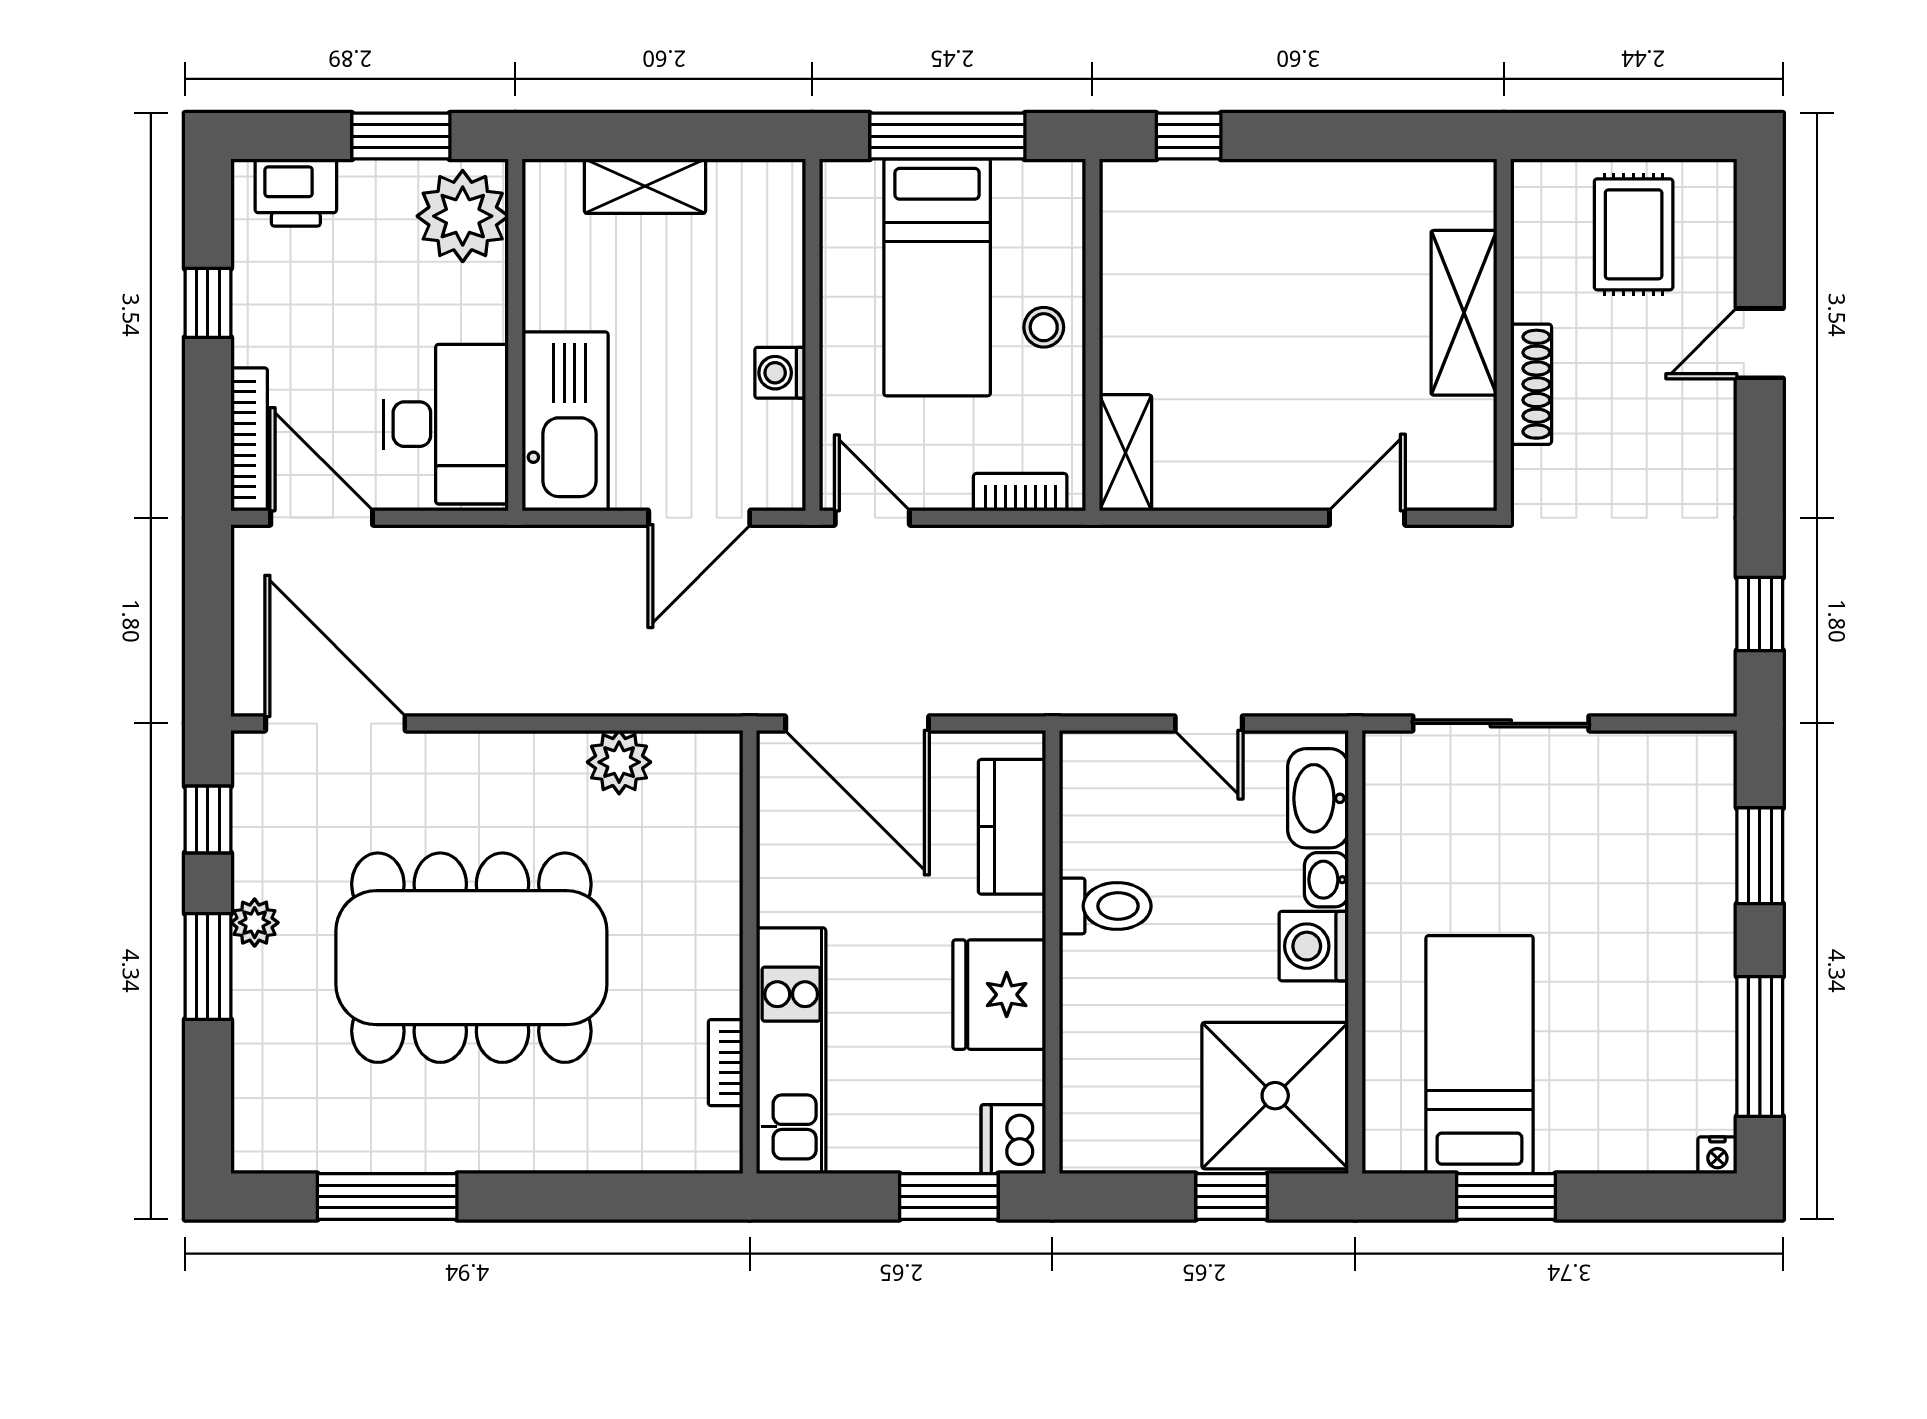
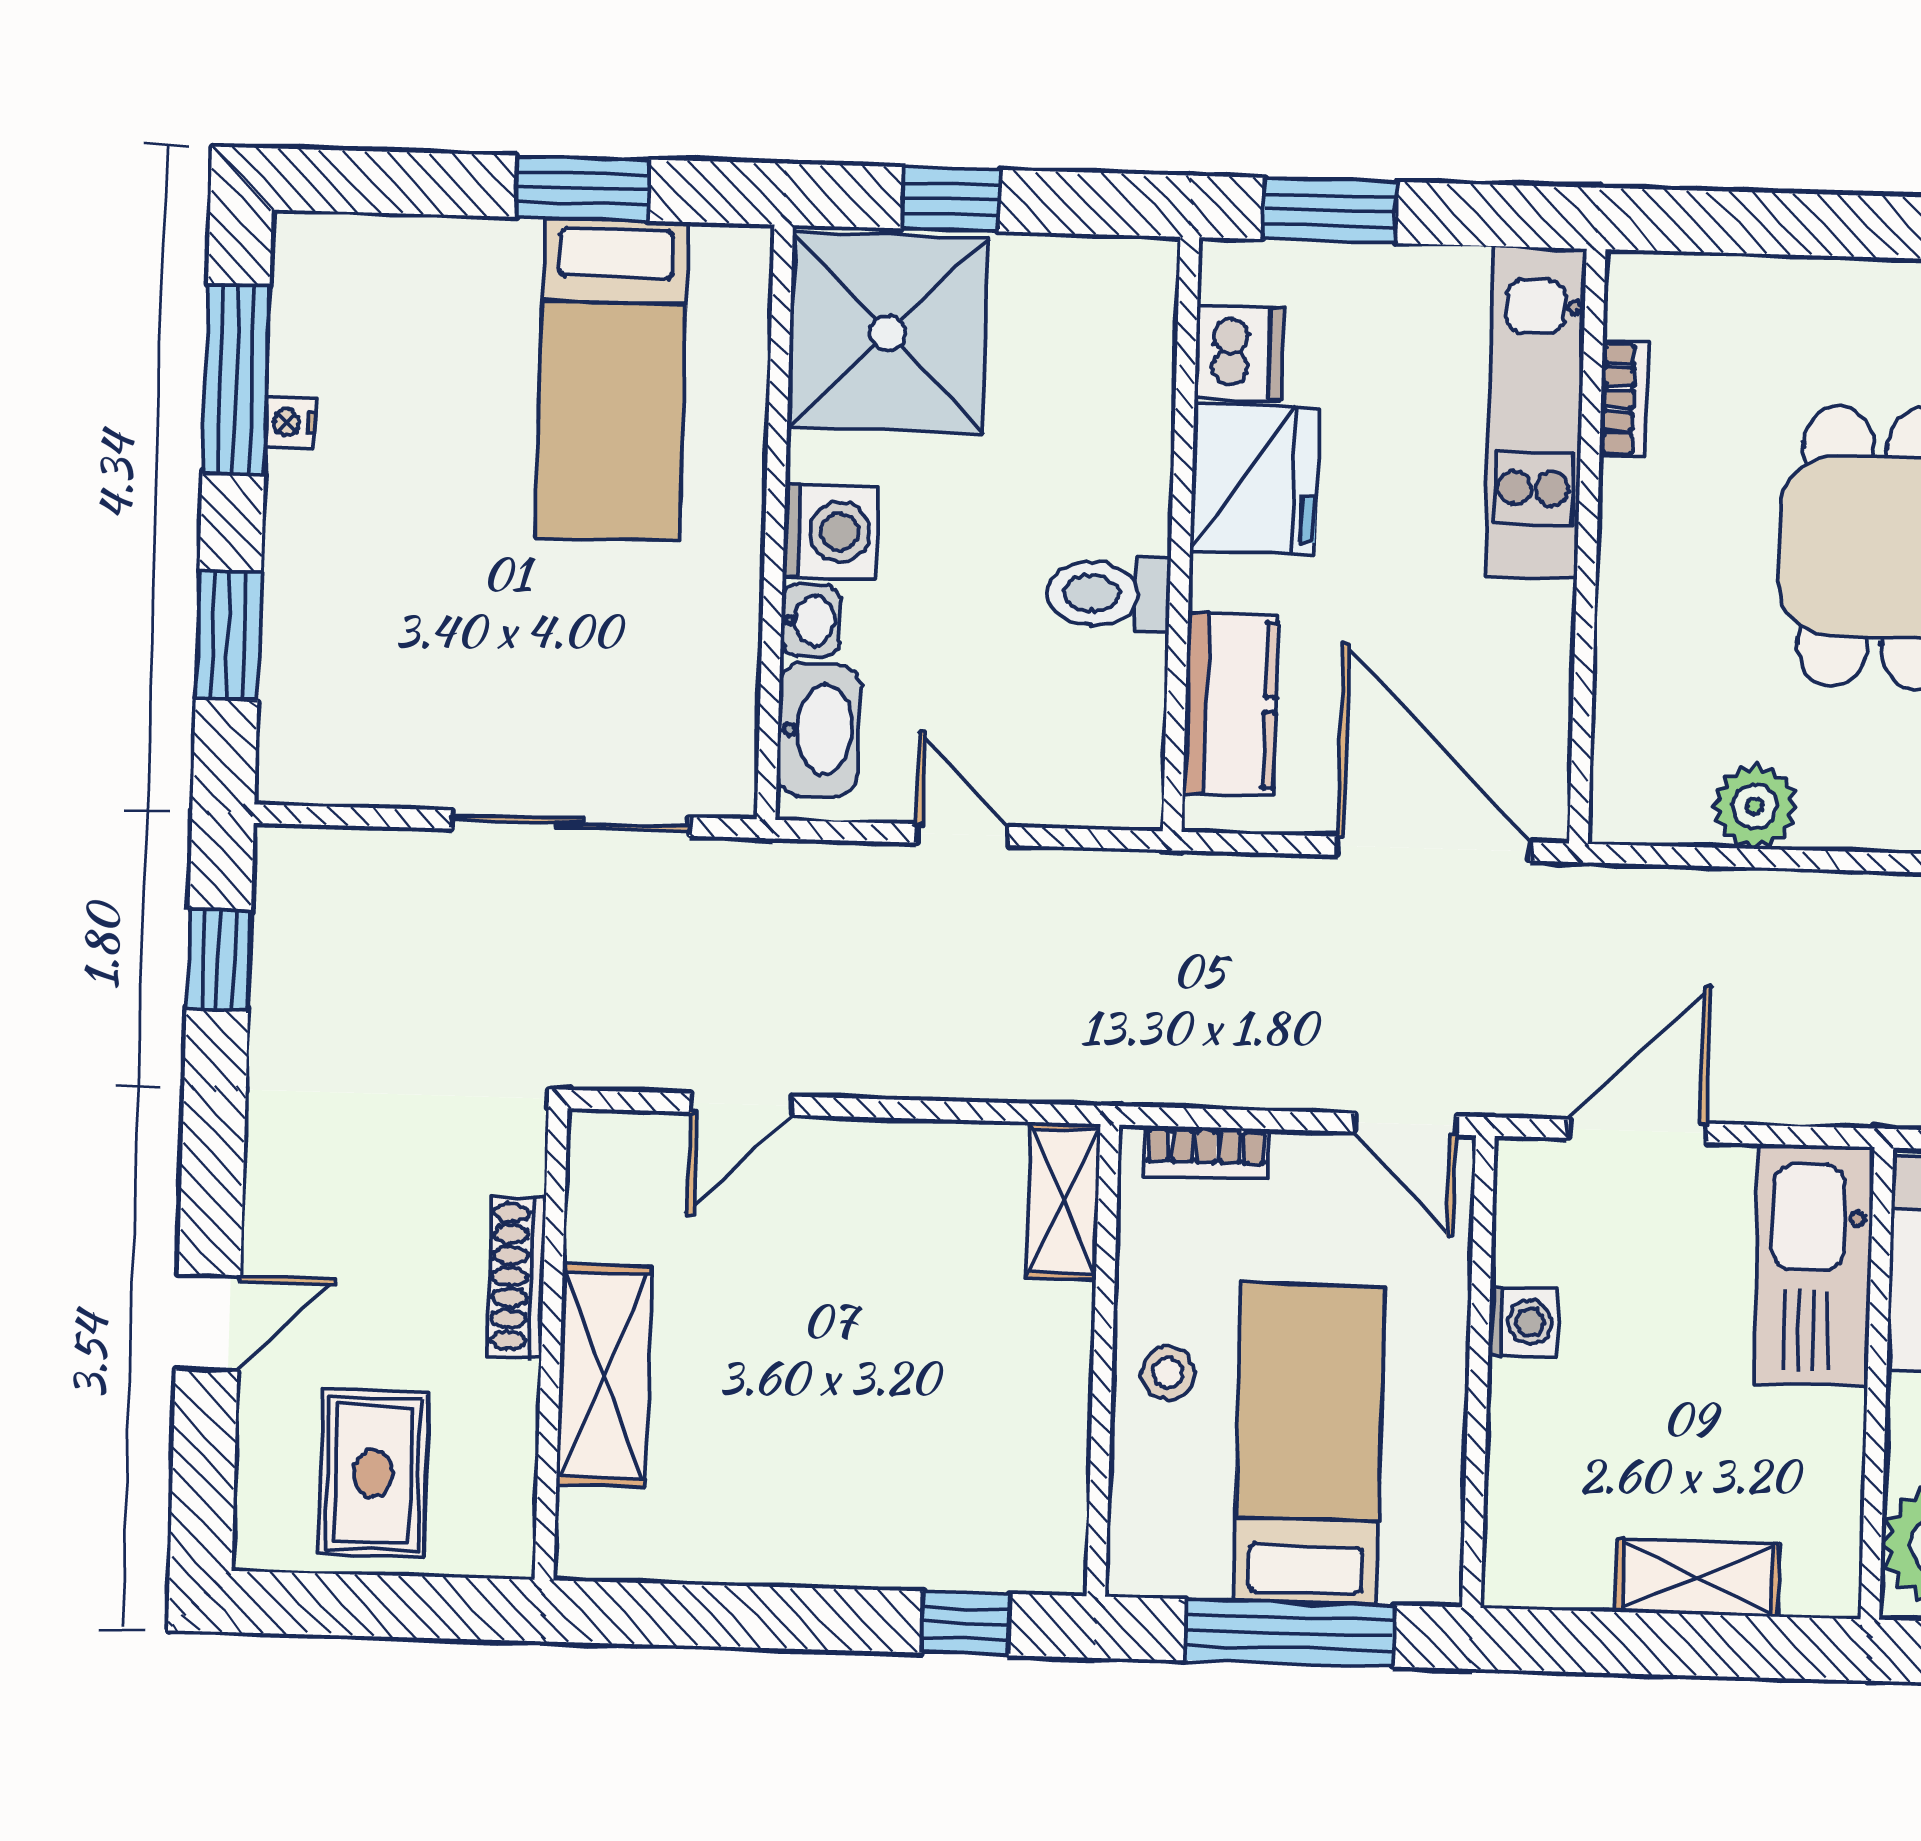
dishwasher: (1013, 1139) -> (1239, 353), moved
nightstand: (1717, 1155) -> (290, 422), moved, turned -90

